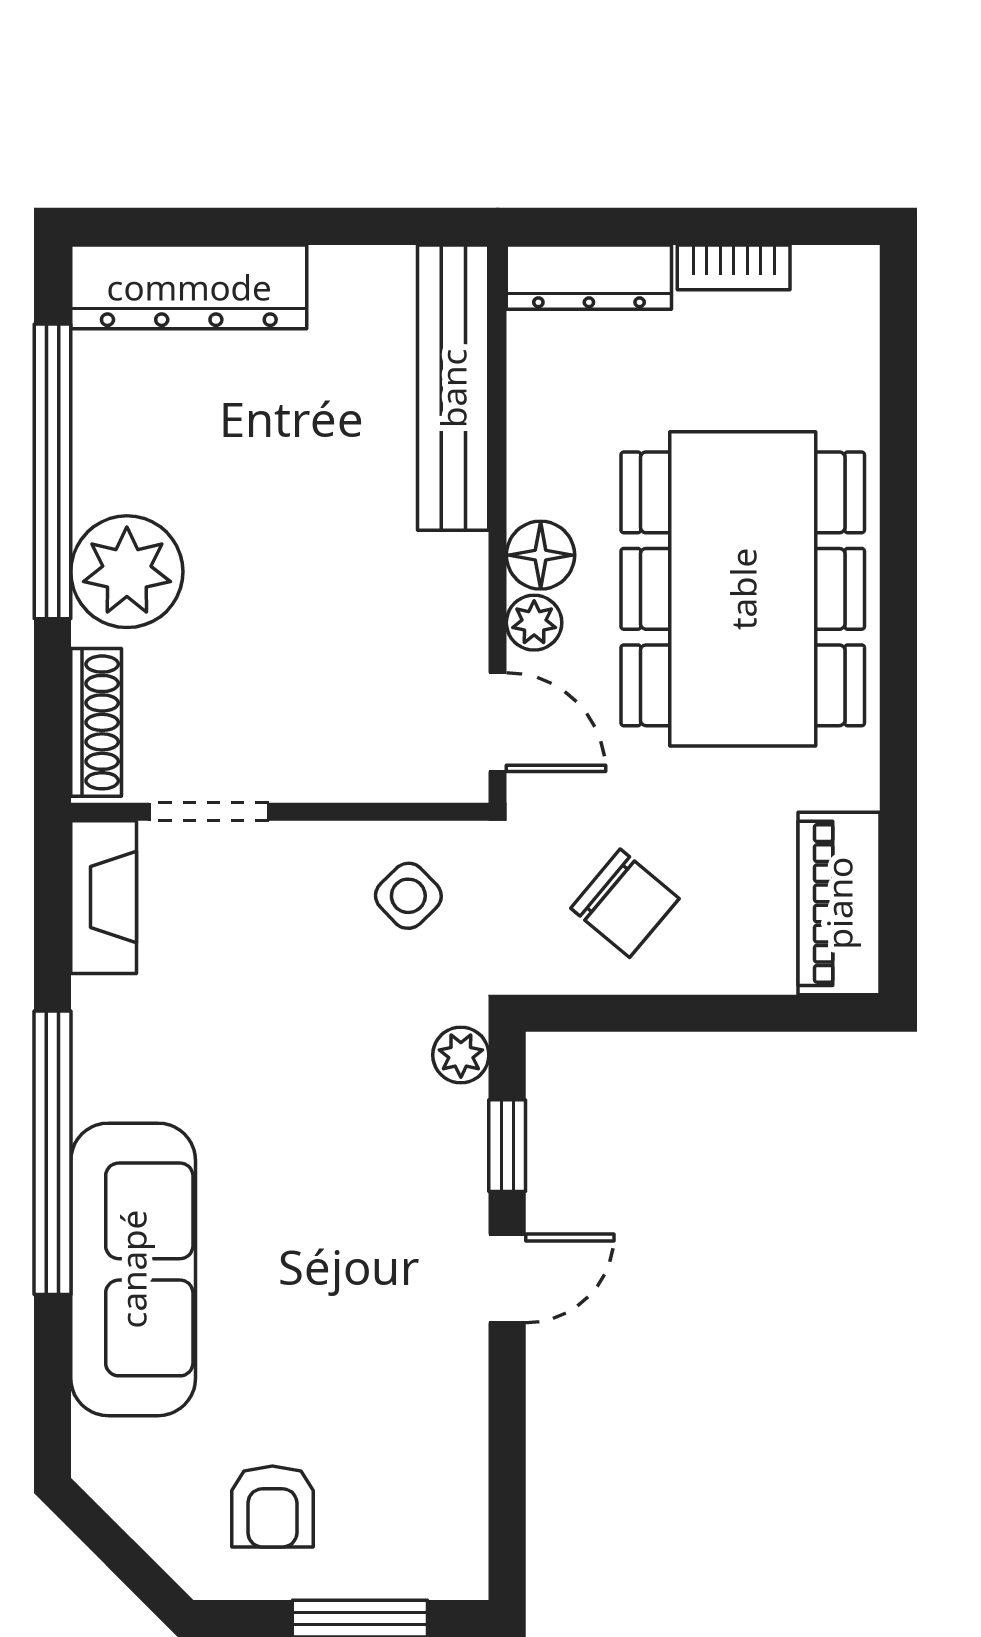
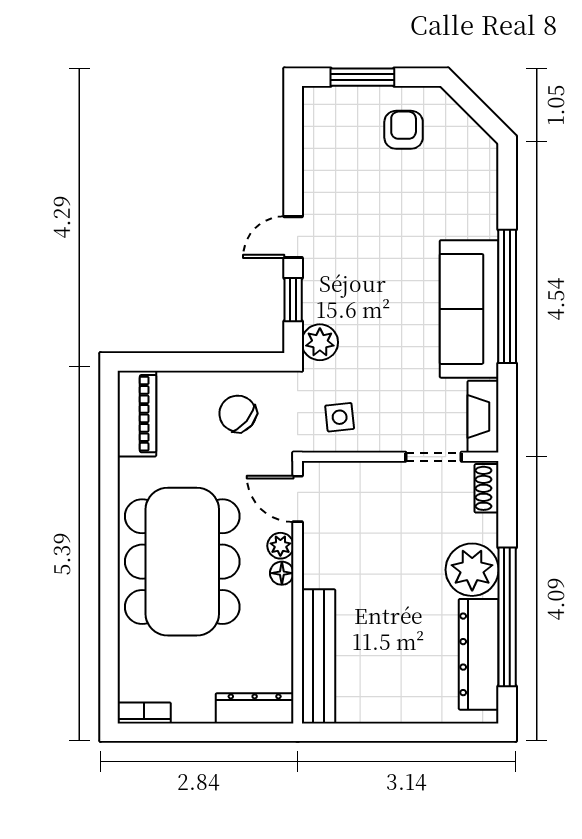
bookcase: (734, 267) -> (144, 713), moved
dresser: (189, 287) -> (479, 654), moved, turned -90
floor lamp: (541, 555) -> (282, 573), width x0.73, depth x0.73
shoe rack: (96, 722) -> (487, 488), width x0.70
side table: (408, 896) -> (340, 417), turned 38
plant: (461, 1055) -> (320, 342), width x1.38, depth x1.38
sofa: (133, 1269) -> (469, 309), moved

